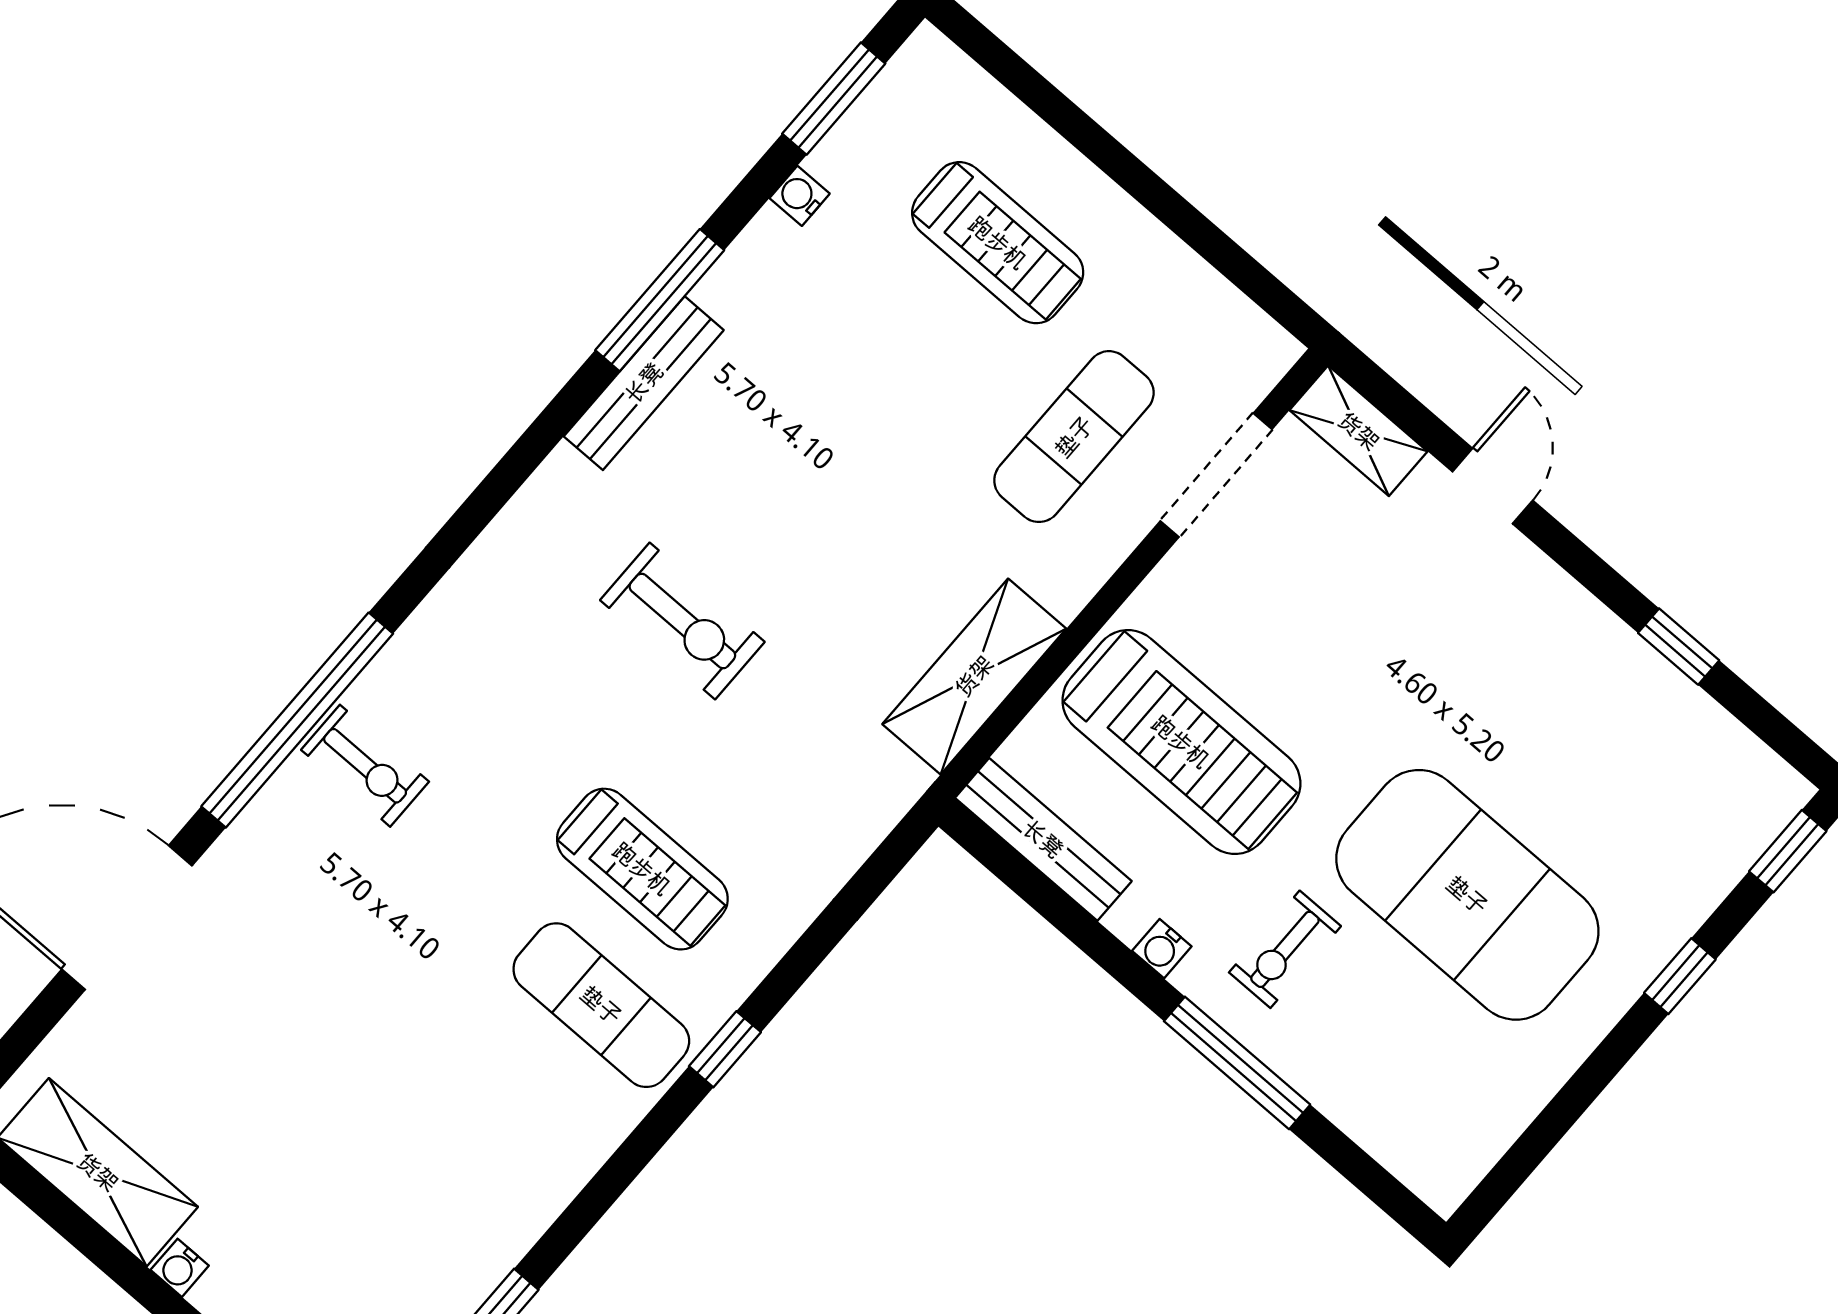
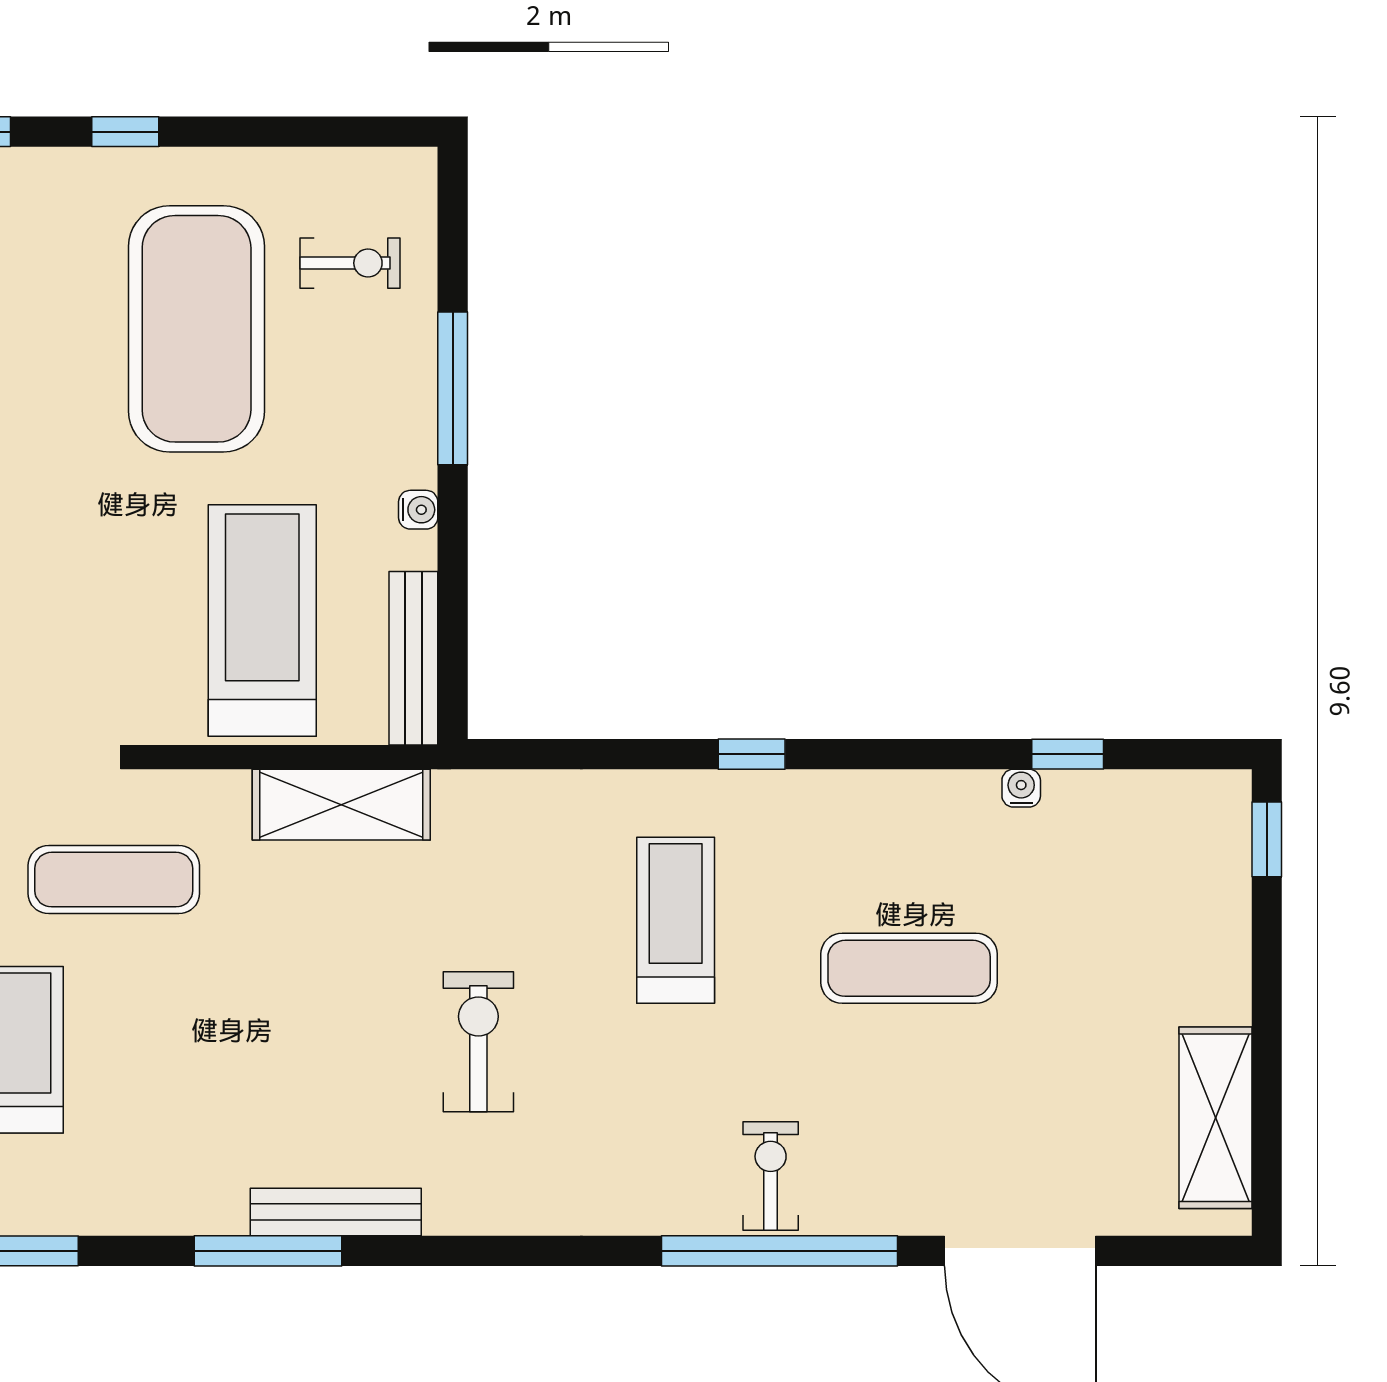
water cooler: (800, 196) -> (111, 1216), removed
exercise bike: (1285, 949) -> (350, 263), moved
exercise mat: (601, 1005) -> (909, 968), moved, turned 90
water cooler: (180, 1268) -> (1021, 788), moved, turned -90

